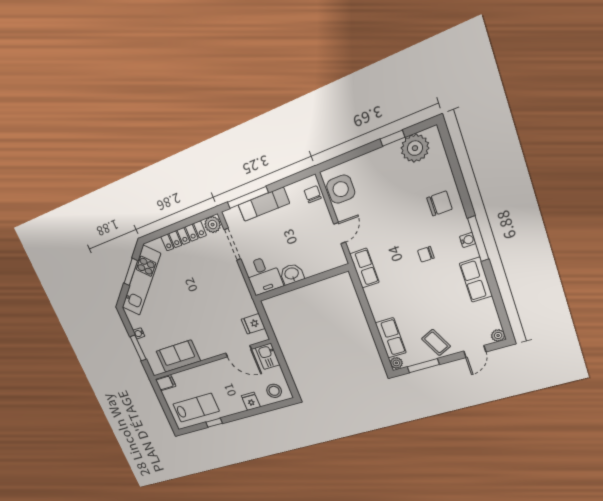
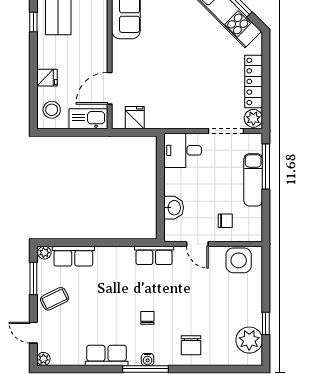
chair: (313, 194) -> (225, 221), moved
washbasin: (292, 274) -> (174, 208), moved
kitchen sink: (268, 356) -> (88, 119), width x1.38

